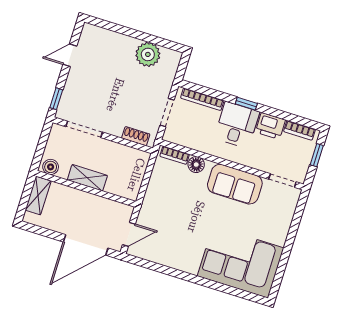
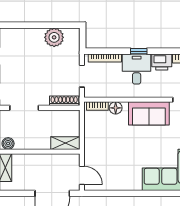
shoe rack: (136, 136) -> (64, 101), width x1.43
shelving: (87, 178) -> (65, 143), moved
door: (129, 234) -> (82, 175), hinge flipped

